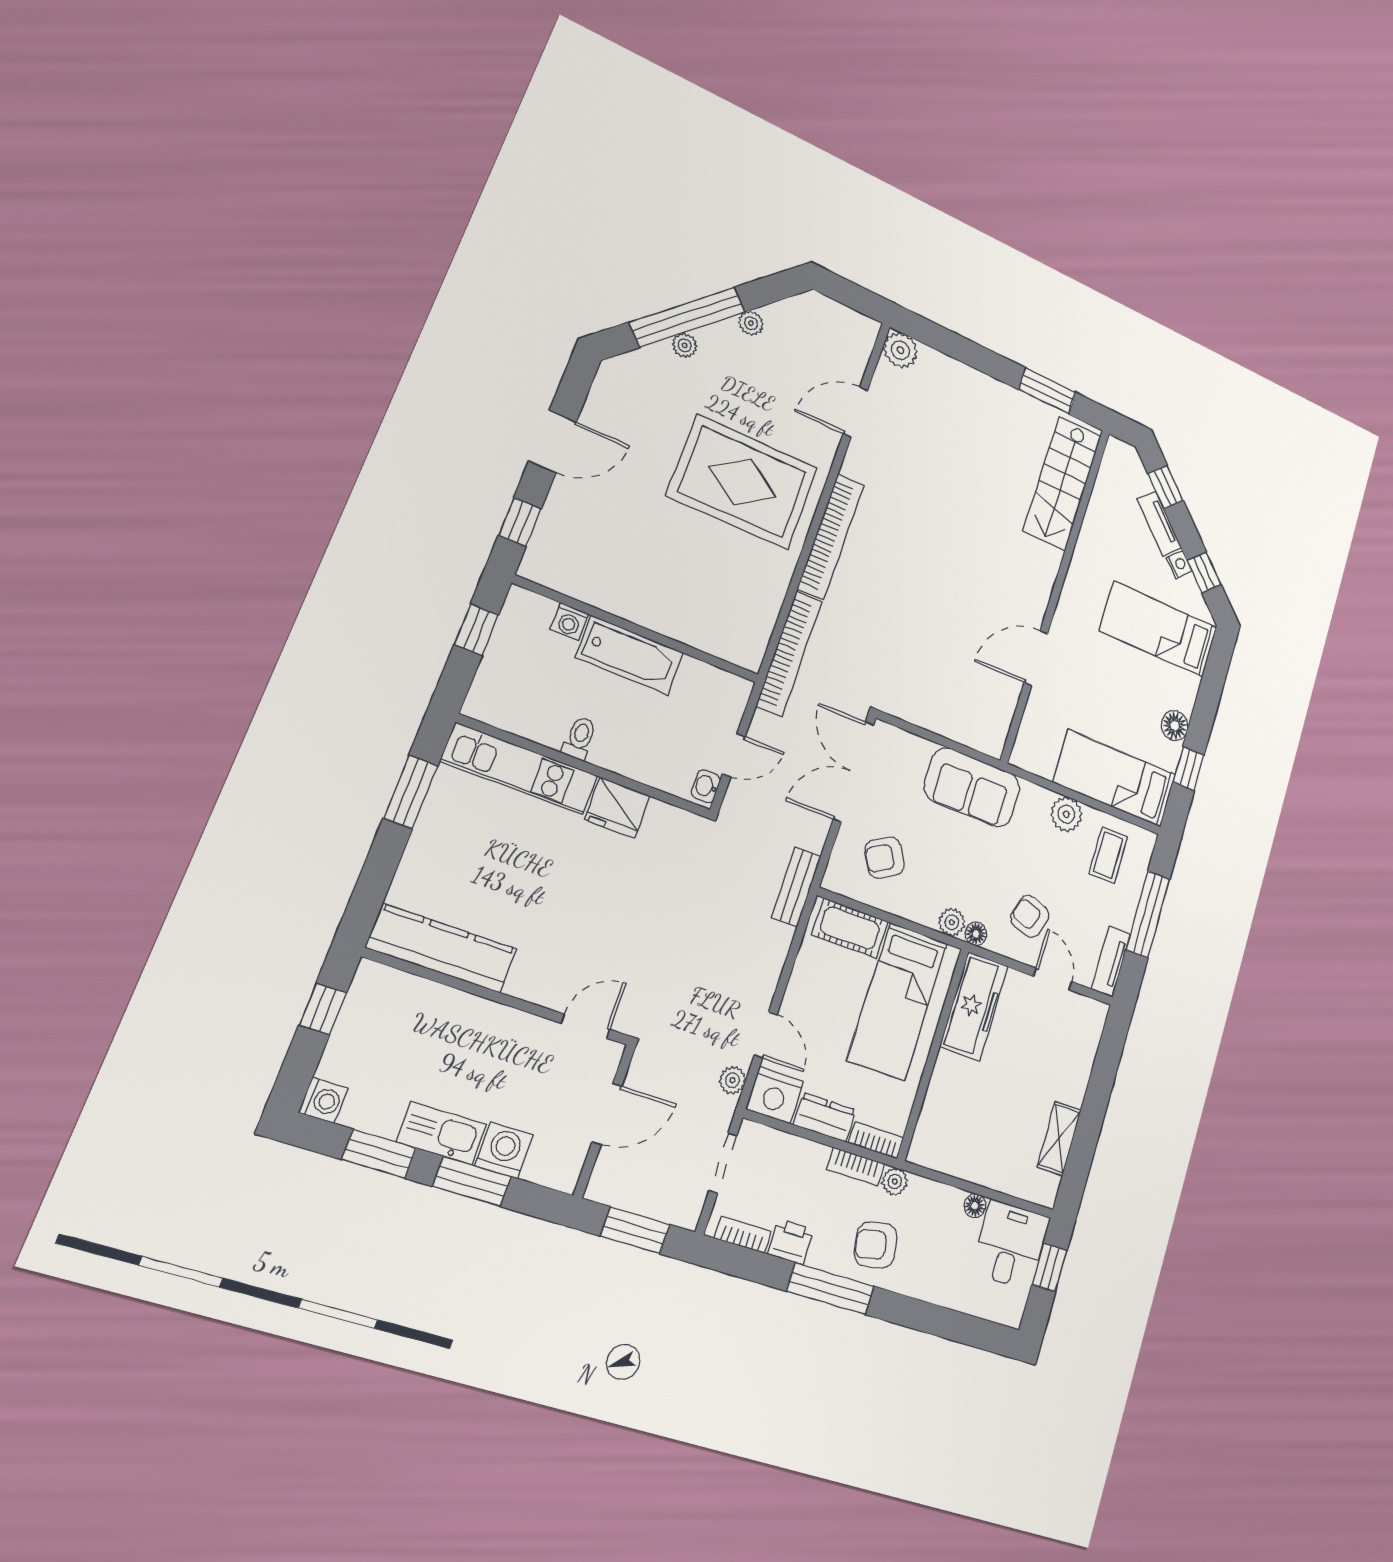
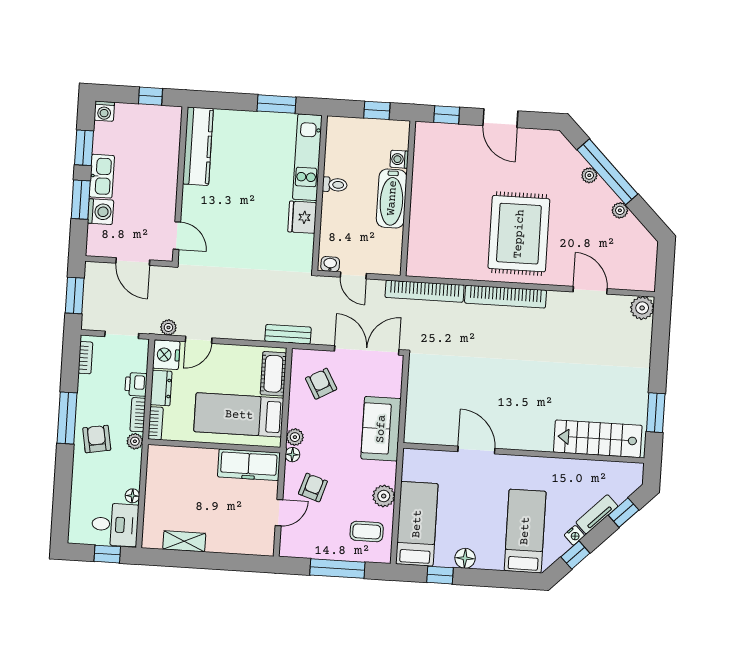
tv unit: (1111, 961) -> (301, 550), removed
printer: (791, 1242) -> (136, 384), moved, turned 180

